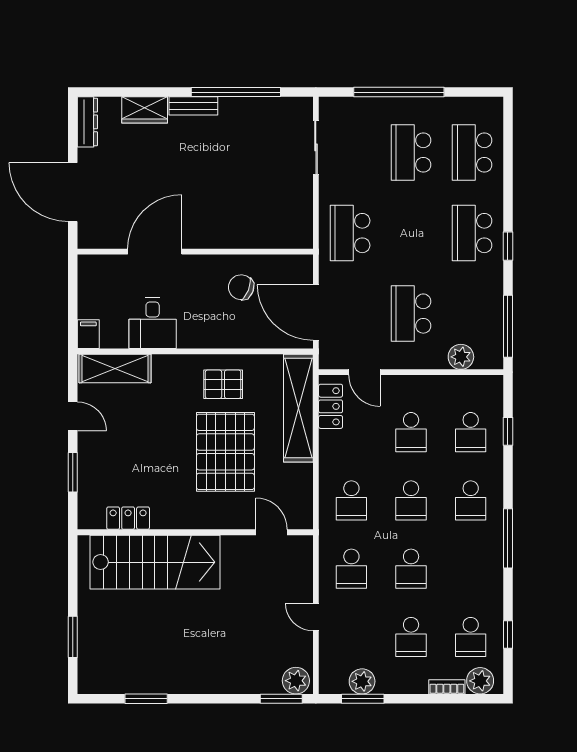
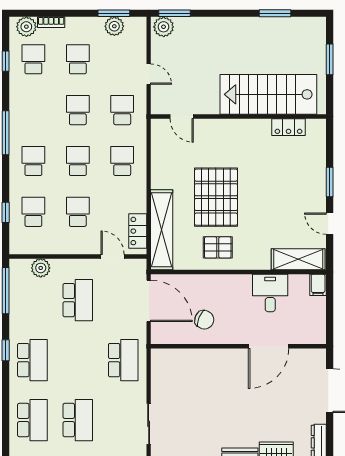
locker: (128, 518) -> (288, 127), moved
wall: (195, 532) -> (238, 117), moved
door: (272, 532) -> (182, 117), moved
stairs: (155, 562) -> (268, 94), moved

